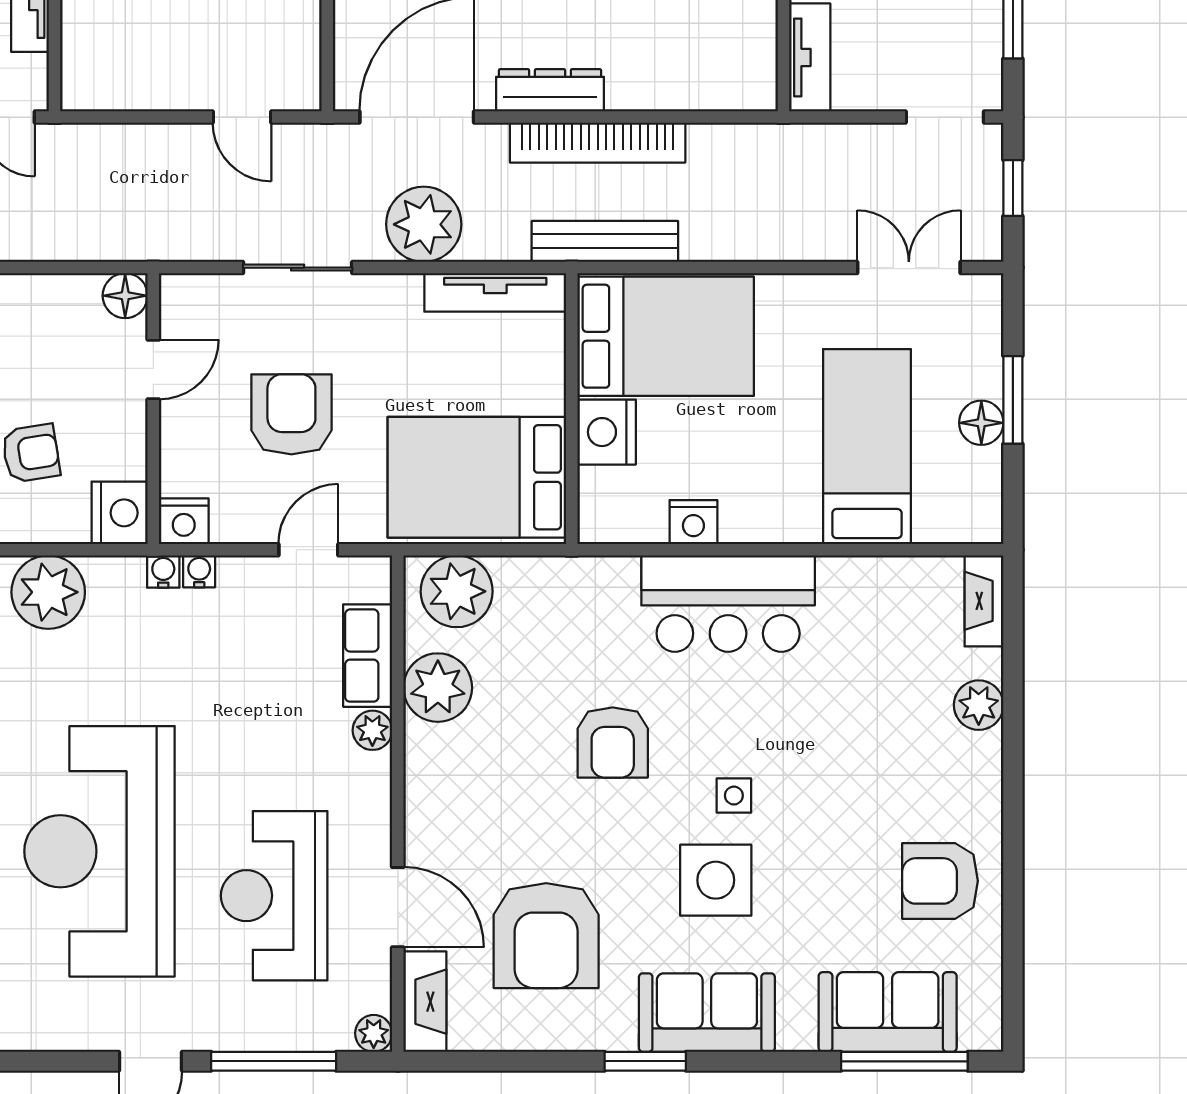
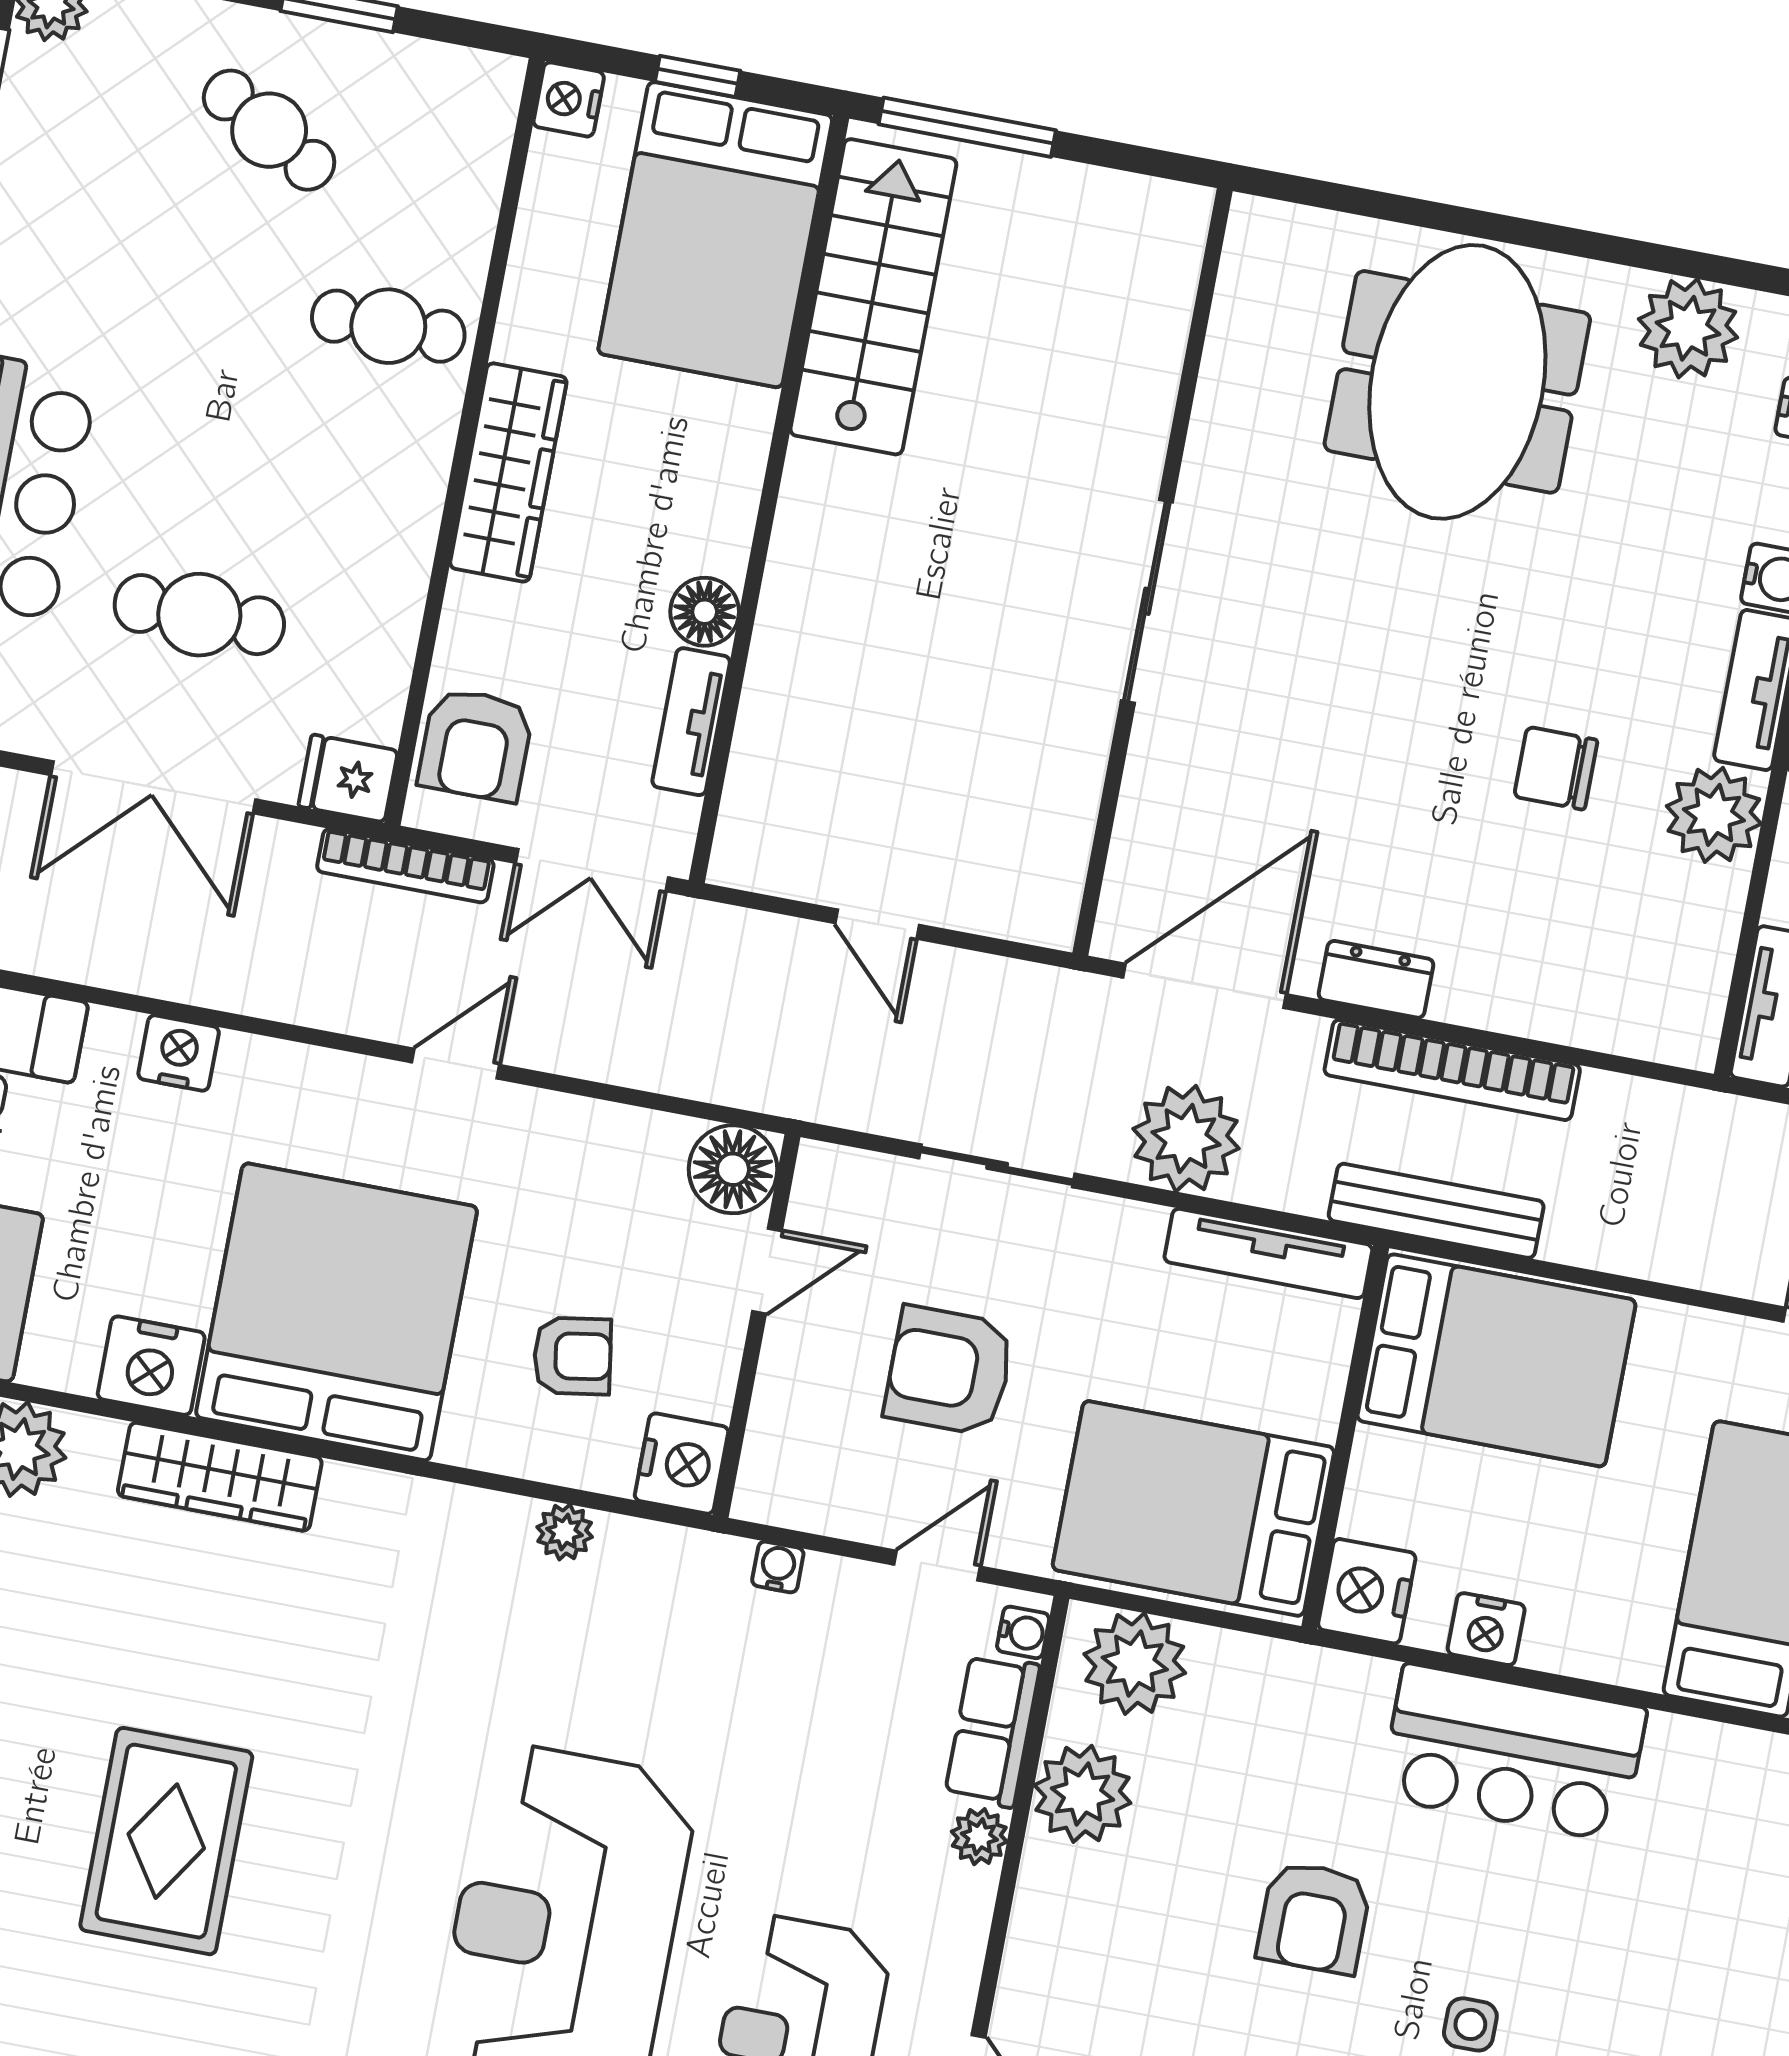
dresser: (550, 90) -> (1376, 979), width x0.70
door: (242, 117) -> (877, 924), moved
floor lamp: (125, 296) -> (733, 1169), width x1.38, depth x1.38
armchair: (291, 414) -> (949, 1371), turned -90
nightstand: (607, 432) -> (1367, 1591), moved
nightstand: (184, 521) -> (769, 1492), removed
water cooler: (163, 572) -> (1023, 1632), moved, turned 90
plant: (48, 592) -> (565, 1532), width x0.53, depth x0.53

